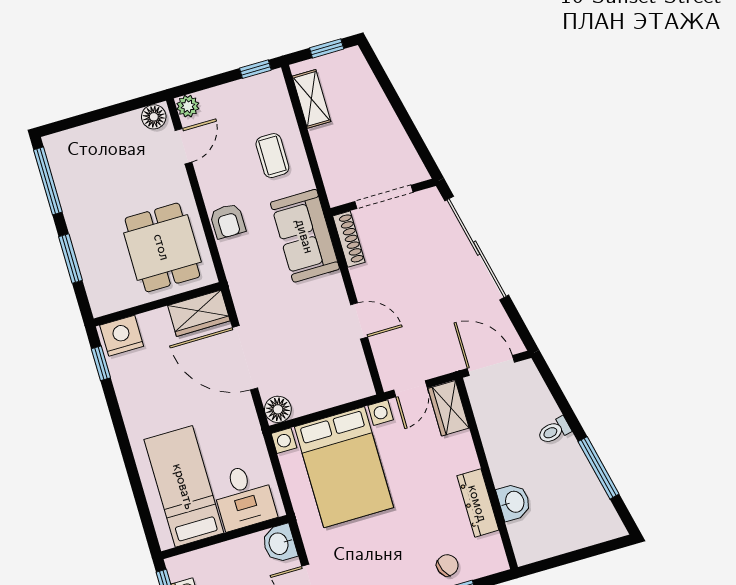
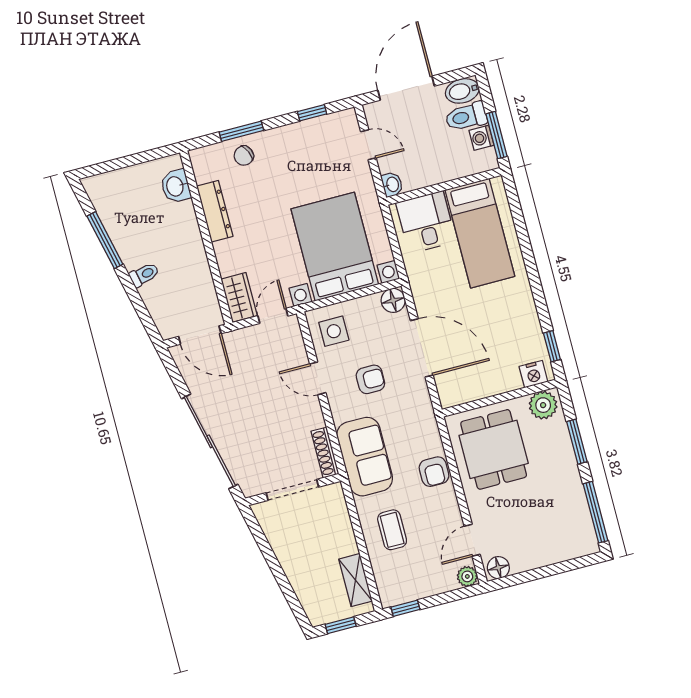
armchair: (228, 221) -> (434, 472), turned 180
plant: (109, 298) -> (543, 405), added
wardrobe: (199, 313) -> (462, 389), removed
armchair: (301, 321) -> (370, 379), added
nightstand: (122, 336) -> (533, 374), width x0.74, depth x0.75
side table: (343, 374) -> (334, 331), added
washbasin: (514, 502) -> (176, 186), moved
washbasin: (279, 544) -> (392, 184), width x0.72, depth x0.69

